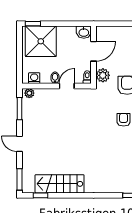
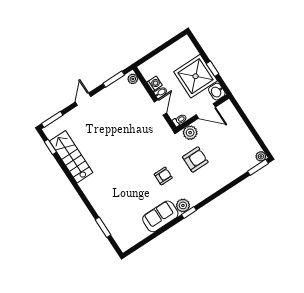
window: (33, 24) -> (213, 69), moved
shower: (41, 41) -> (196, 76), moved
washing machine: (34, 78) -> (155, 84), moved
door: (67, 86) -> (160, 107), hinge flipped

